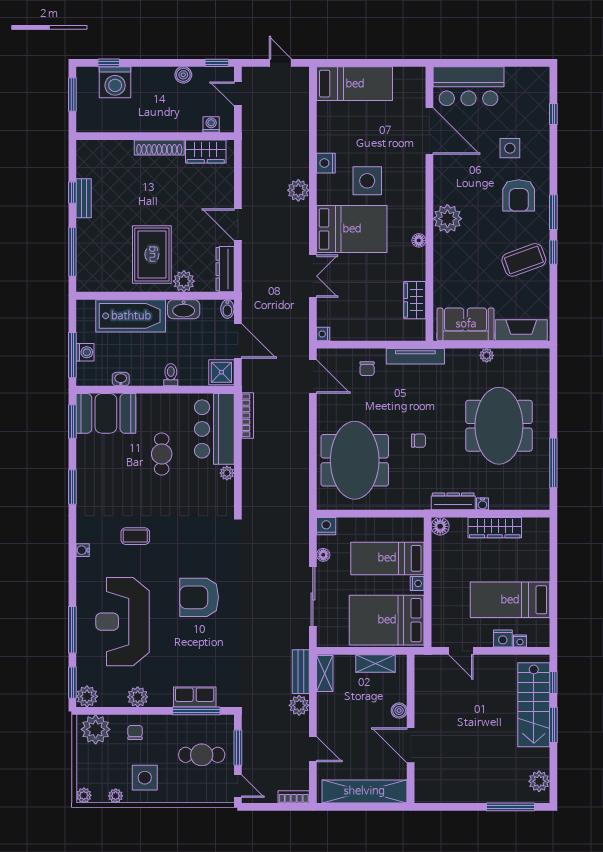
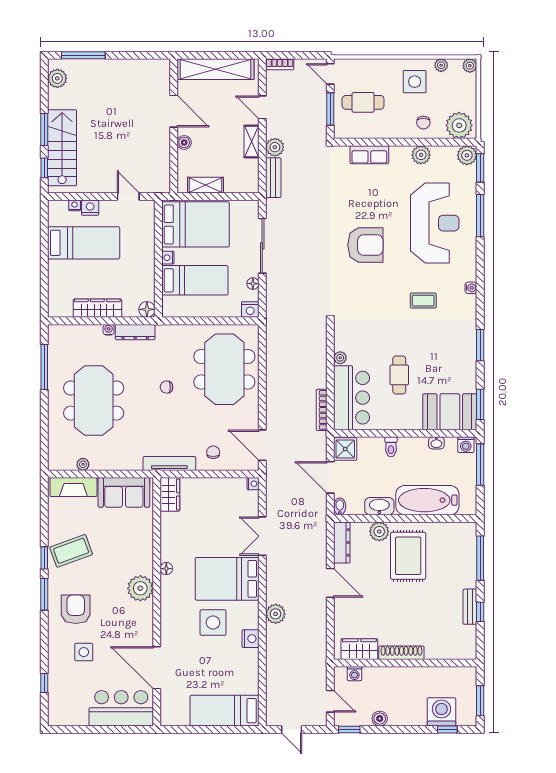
wardrobe: (415, 300) -> (170, 494), moved
washing machine: (85, 352) -> (466, 445), moved, turned -90
plant: (487, 355) -> (83, 464), moved
shelving: (325, 673) -> (251, 141), moved
window: (196, 711) -> (368, 142), removed

